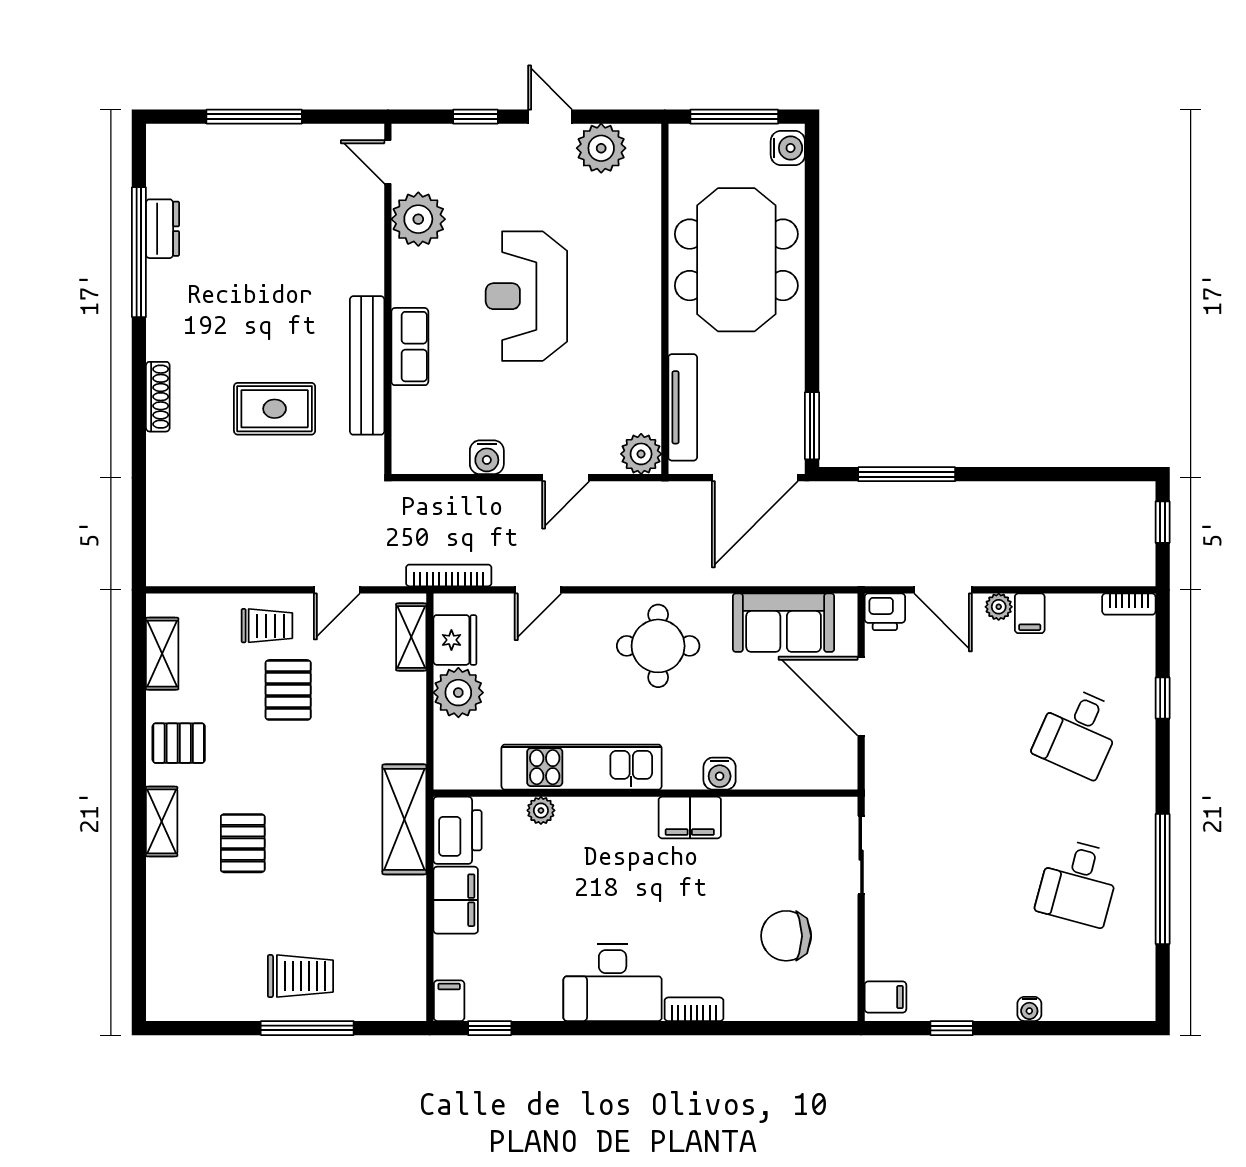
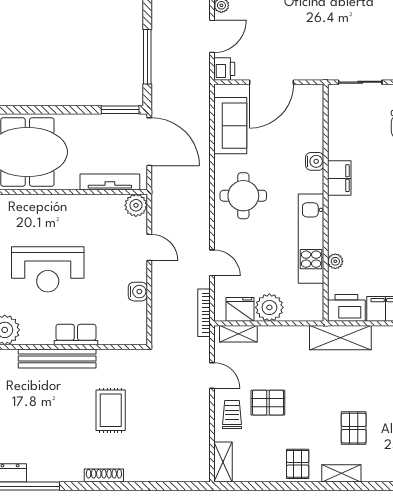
bench: (367, 365) -> (57, 358), moved
shelving: (162, 654) -> (223, 462), moved, turned 90
pallet: (243, 843) -> (354, 428), turned 90

